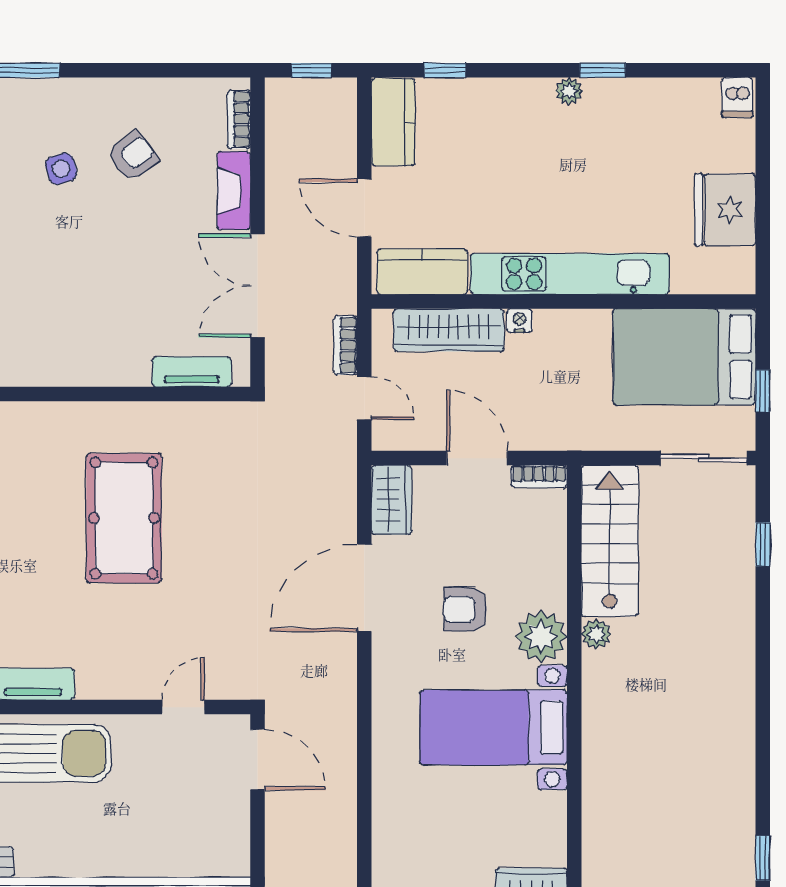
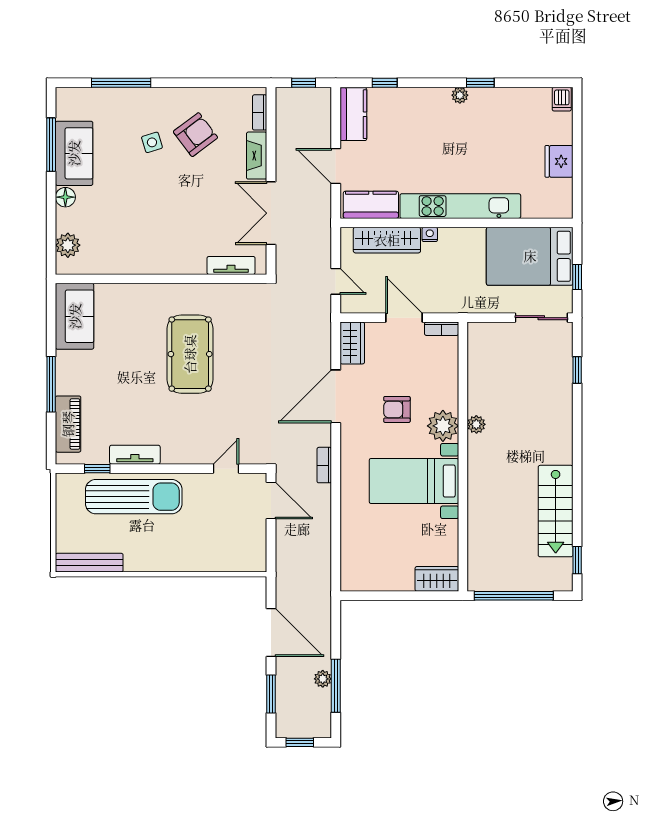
armchair: (133, 156) -> (195, 135), width x1.38, depth x1.38
fridge: (725, 210) -> (559, 161), width x0.73, depth x0.75
bookcase: (345, 345) -> (324, 465), moved
stairs: (610, 541) -> (556, 511), moved, turned 180

